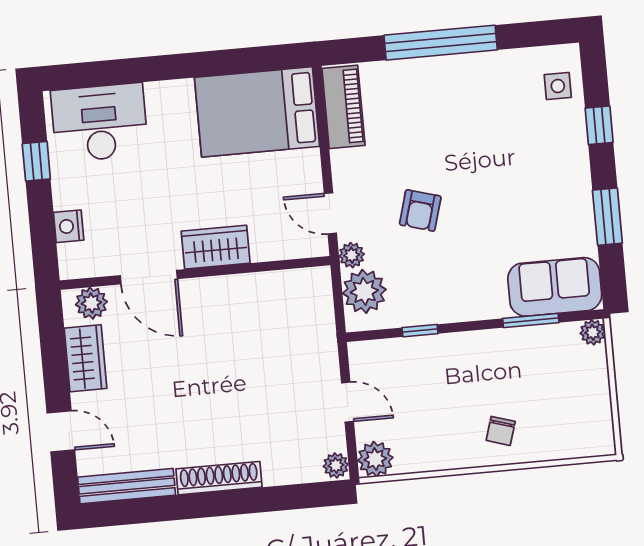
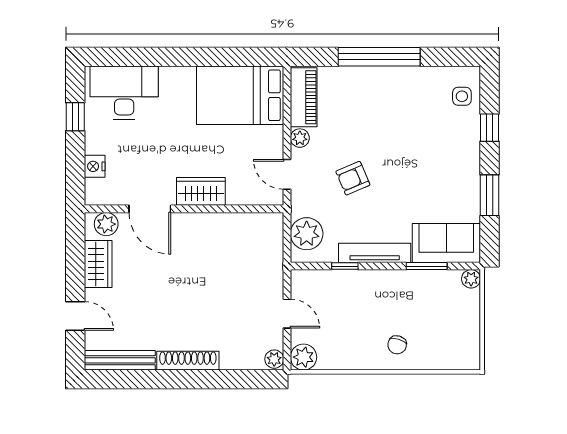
armchair: (420, 210) -> (353, 178), turned 51
plant: (352, 255) -> (300, 138), moved
tv unit: (459, 309) -> (375, 253), added

